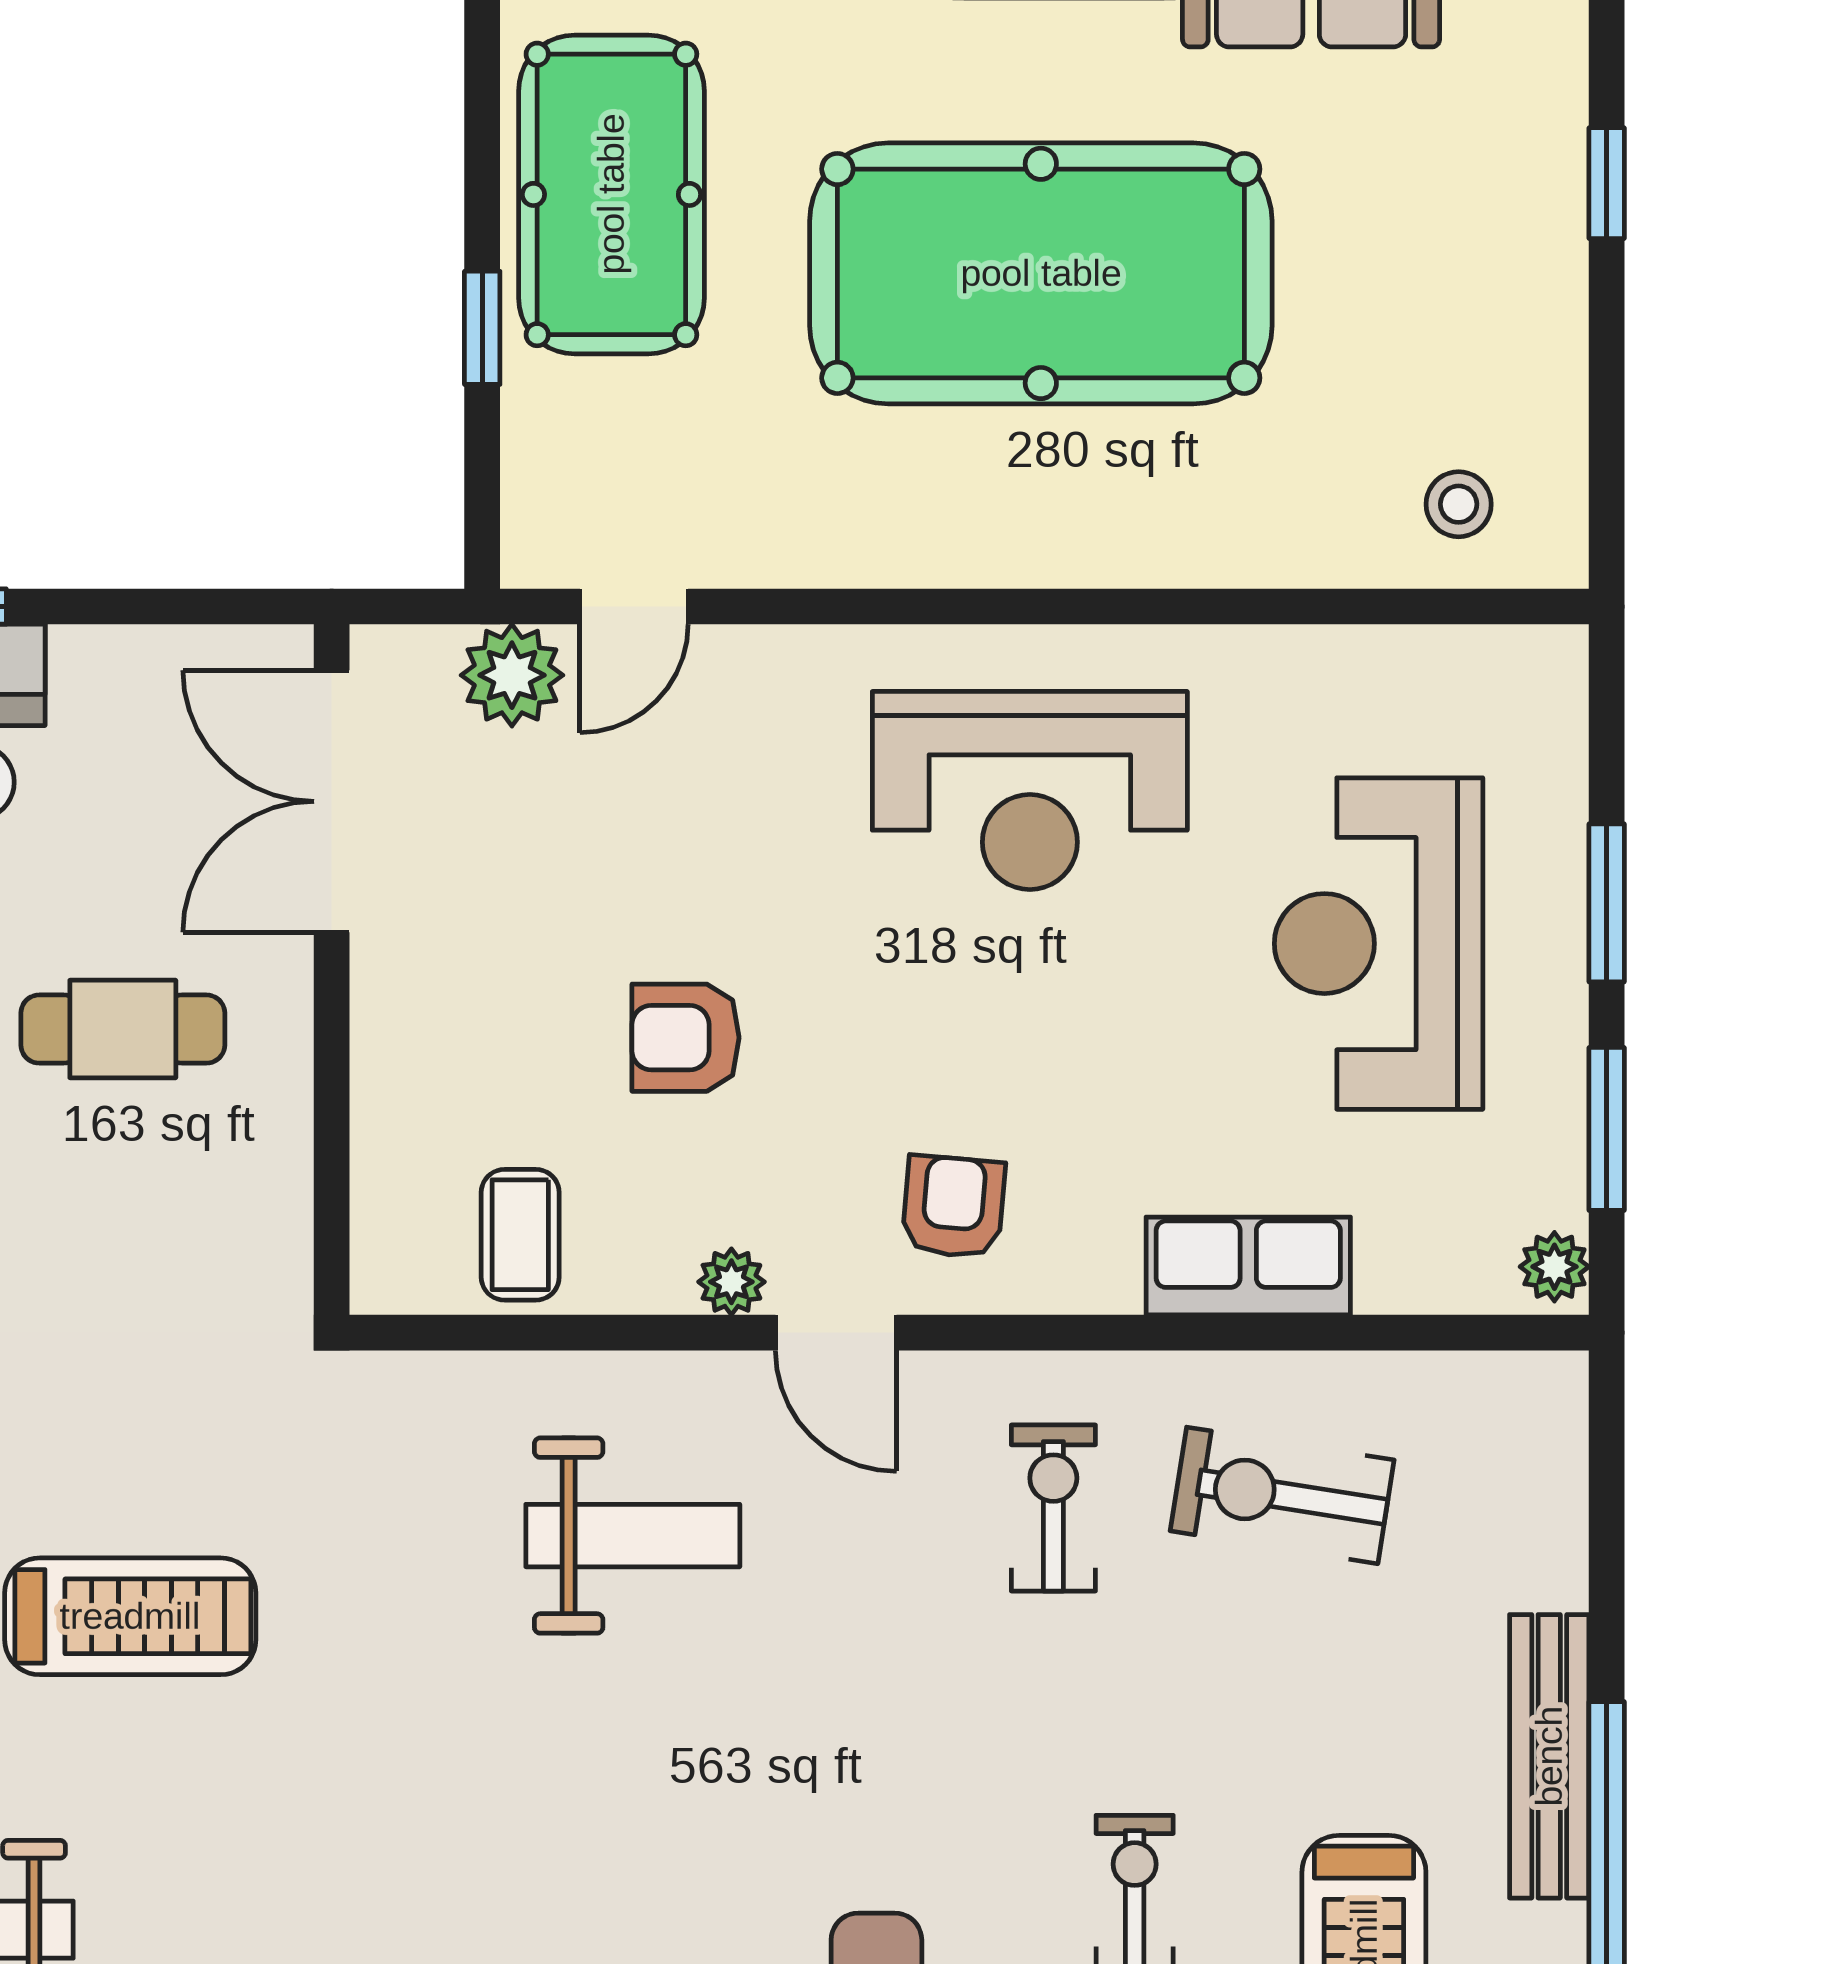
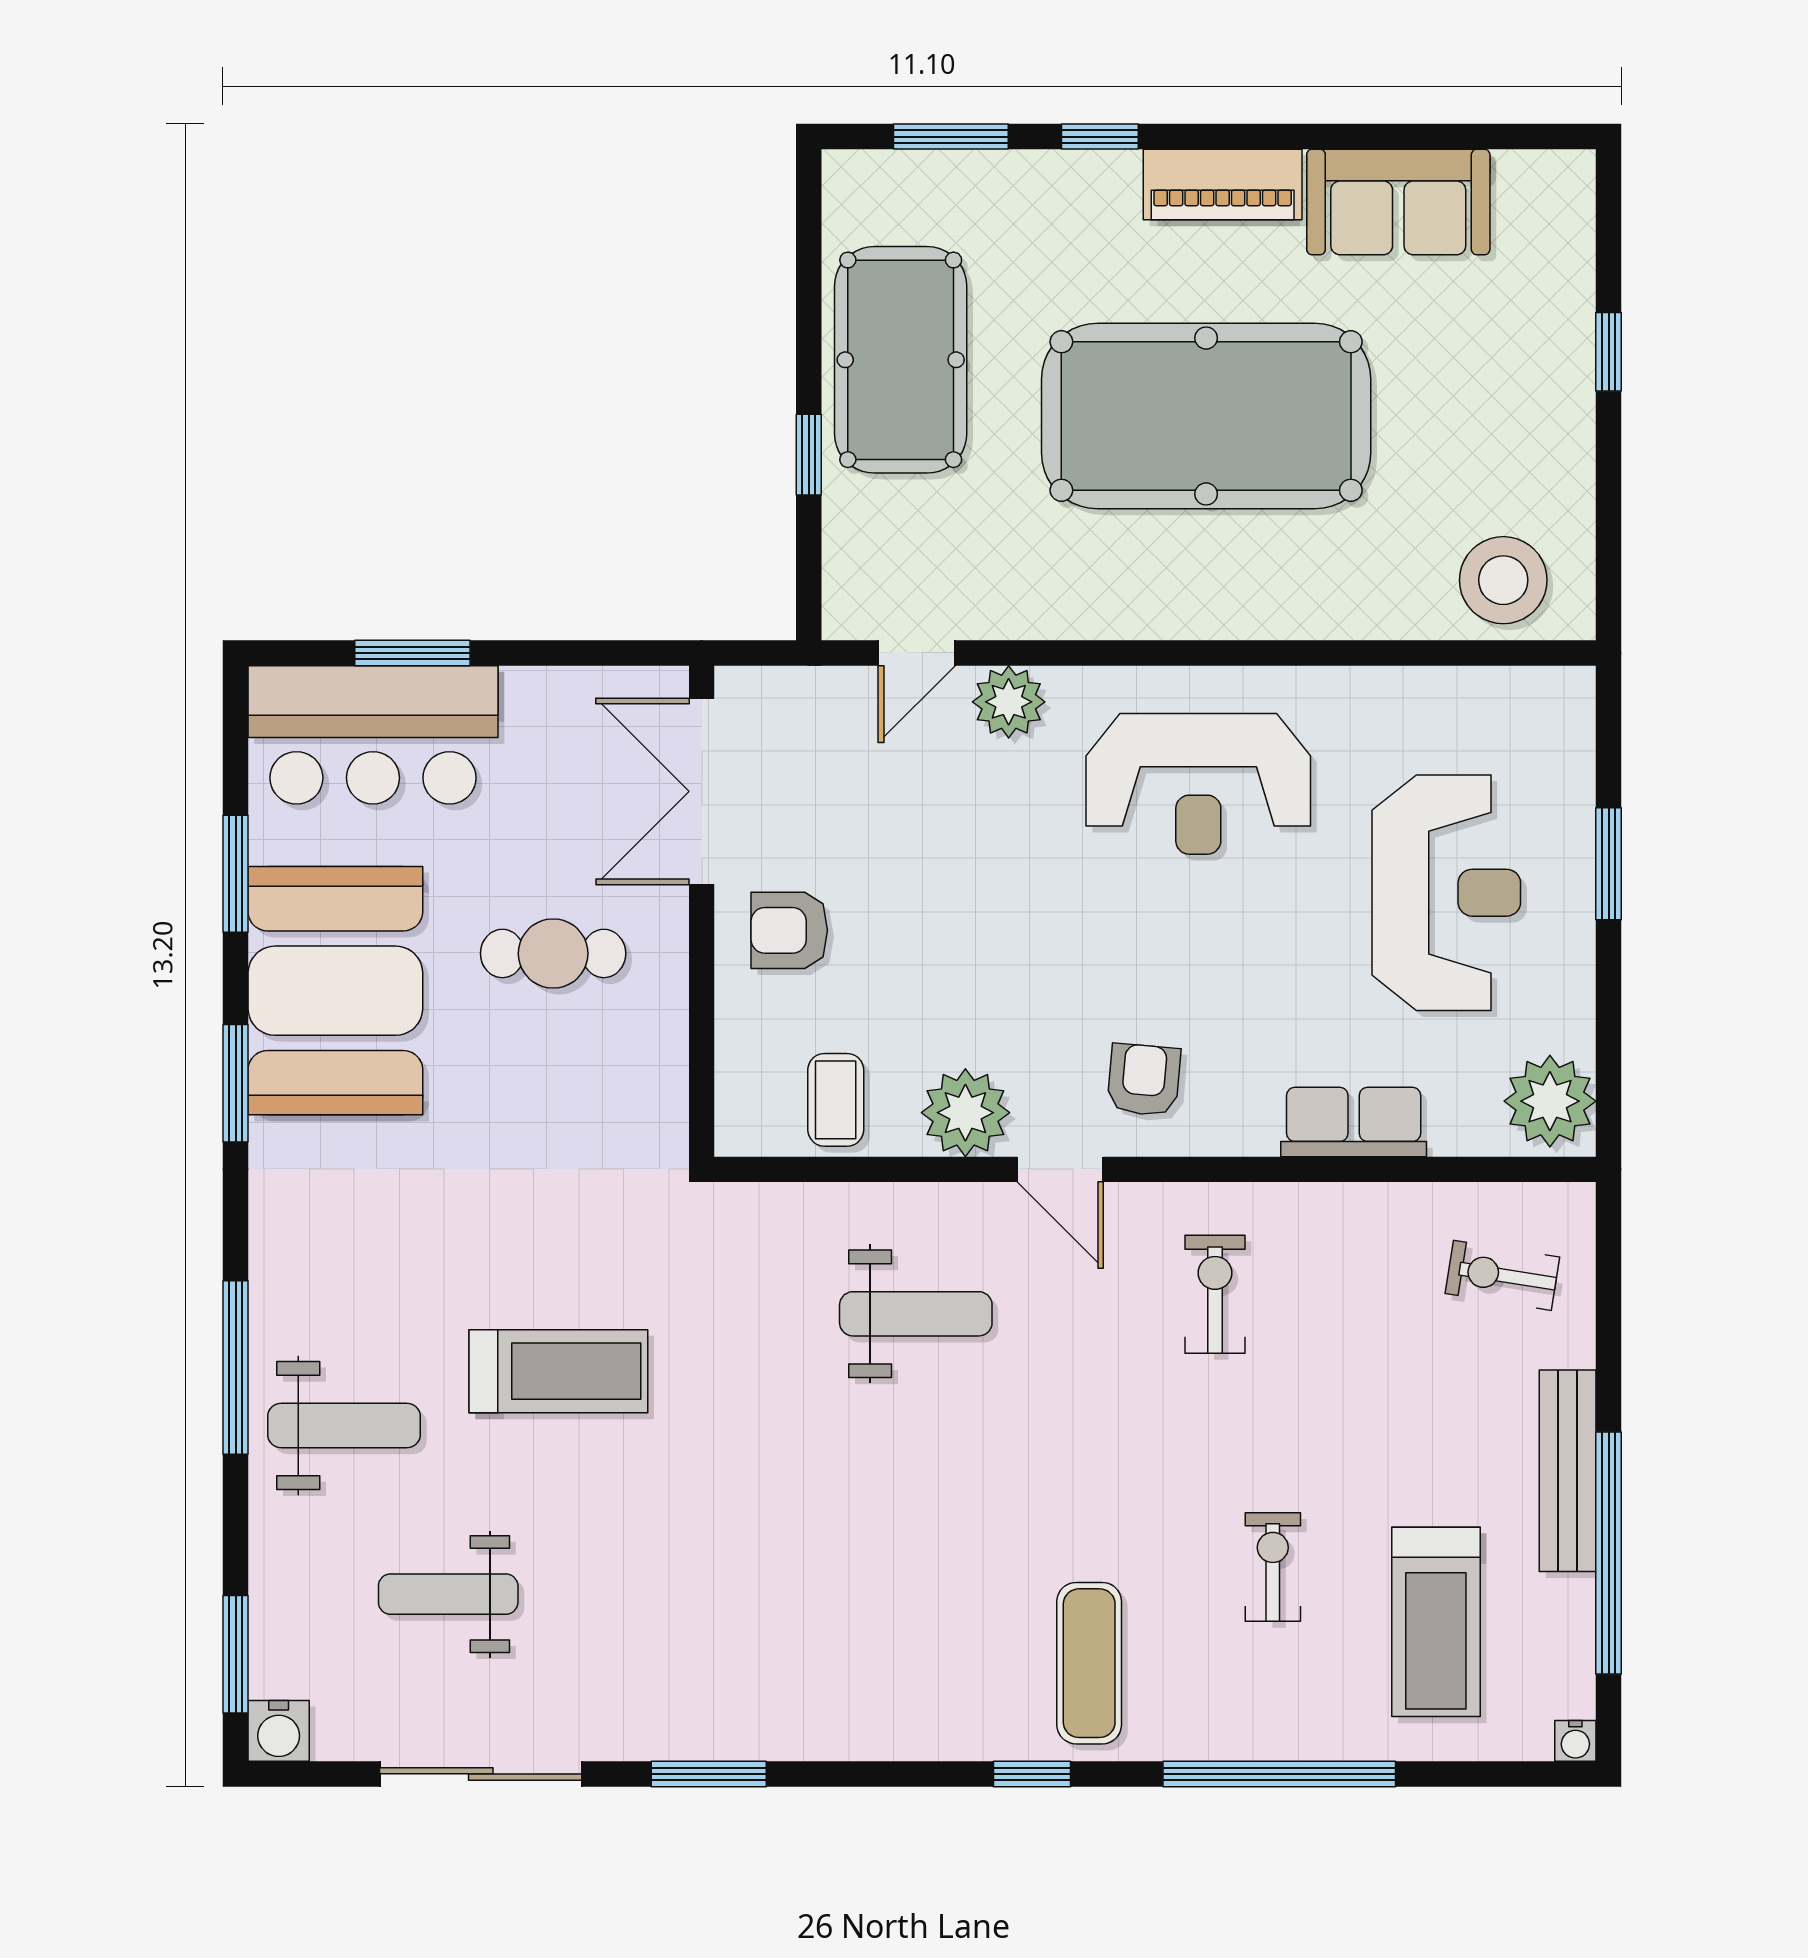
stool: (1459, 504) -> (1503, 580), width x1.89, depth x1.89
plant: (512, 675) -> (1009, 702), moved
reception desk: (1379, 944) -> (1446, 893), turned 180
armchair: (686, 1038) -> (789, 930), moved
window: (1607, 1129) -> (1609, 1025), removed
plant: (1554, 1267) -> (1550, 1101), width x1.87, depth x1.87
plant: (731, 1282) -> (965, 1113), width x1.88, depth x1.88
exercise bike: (1282, 1495) -> (1502, 1275), moved, width x0.73, depth x0.72

